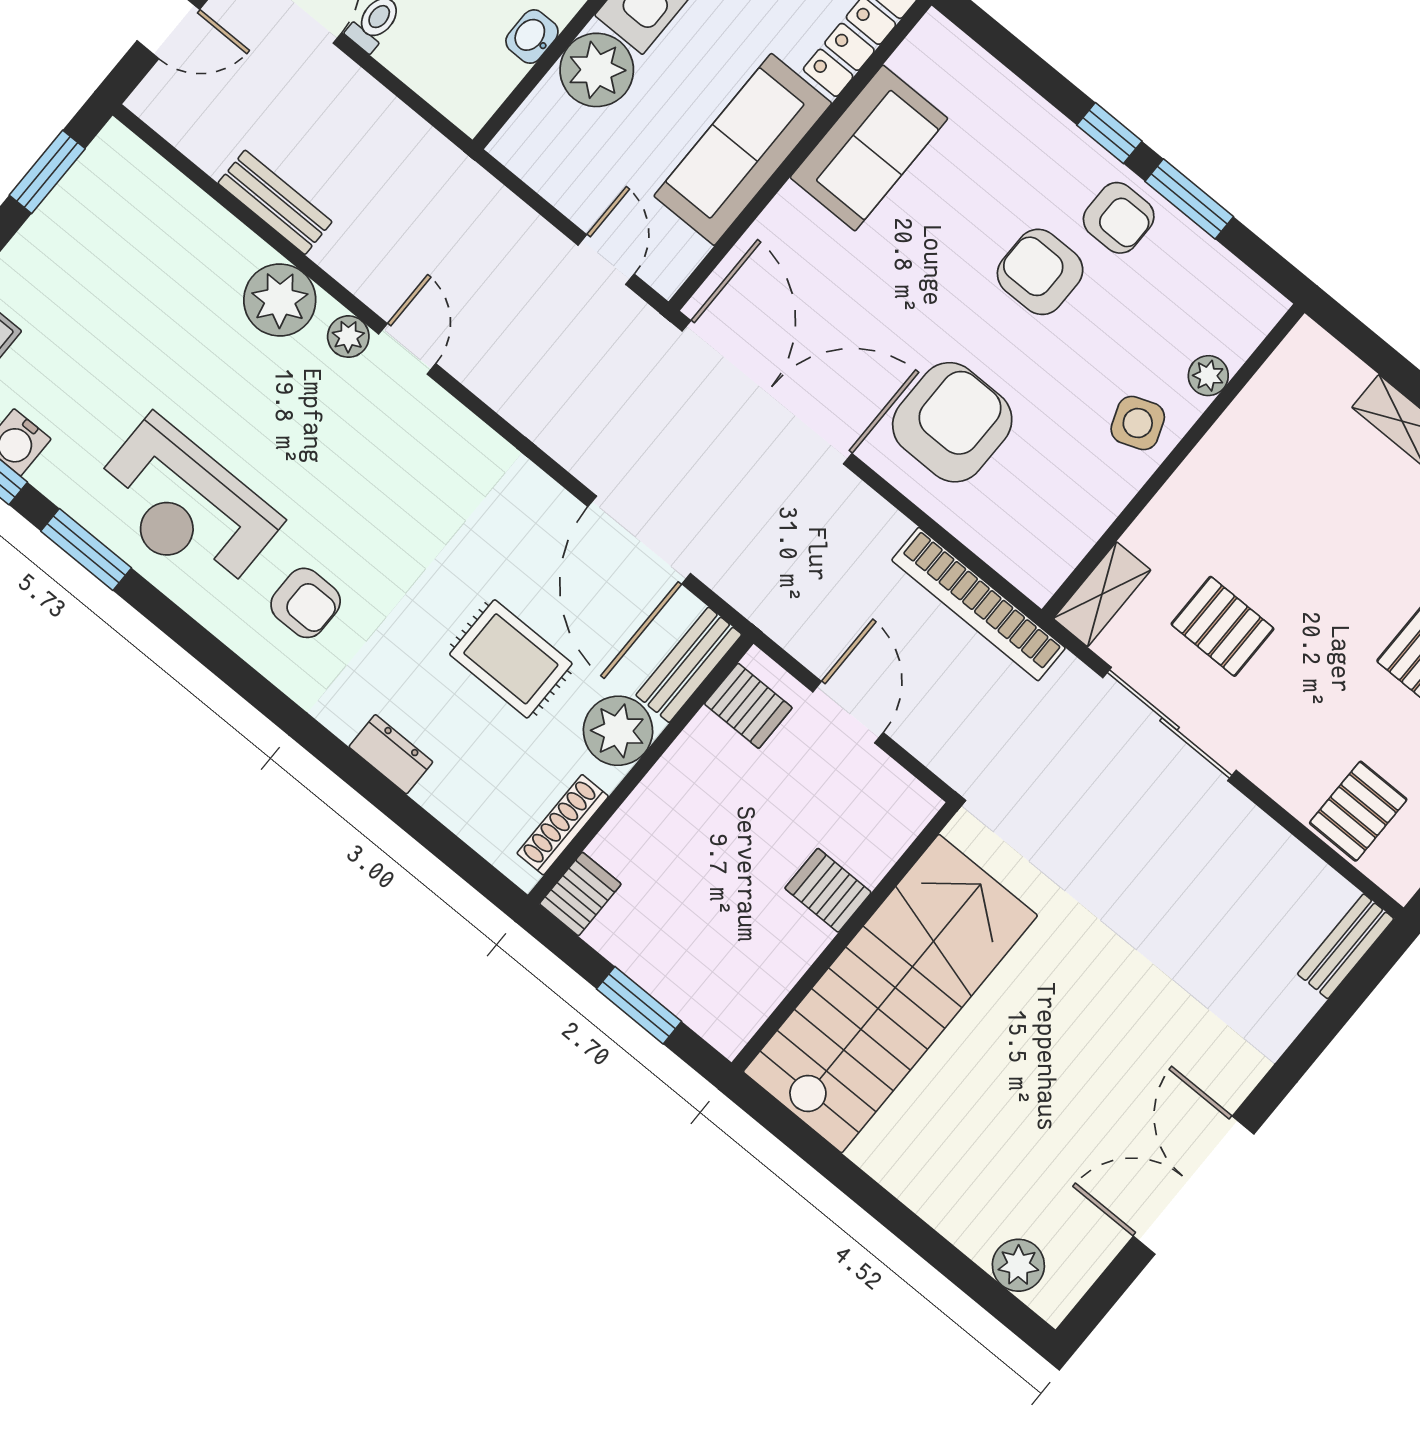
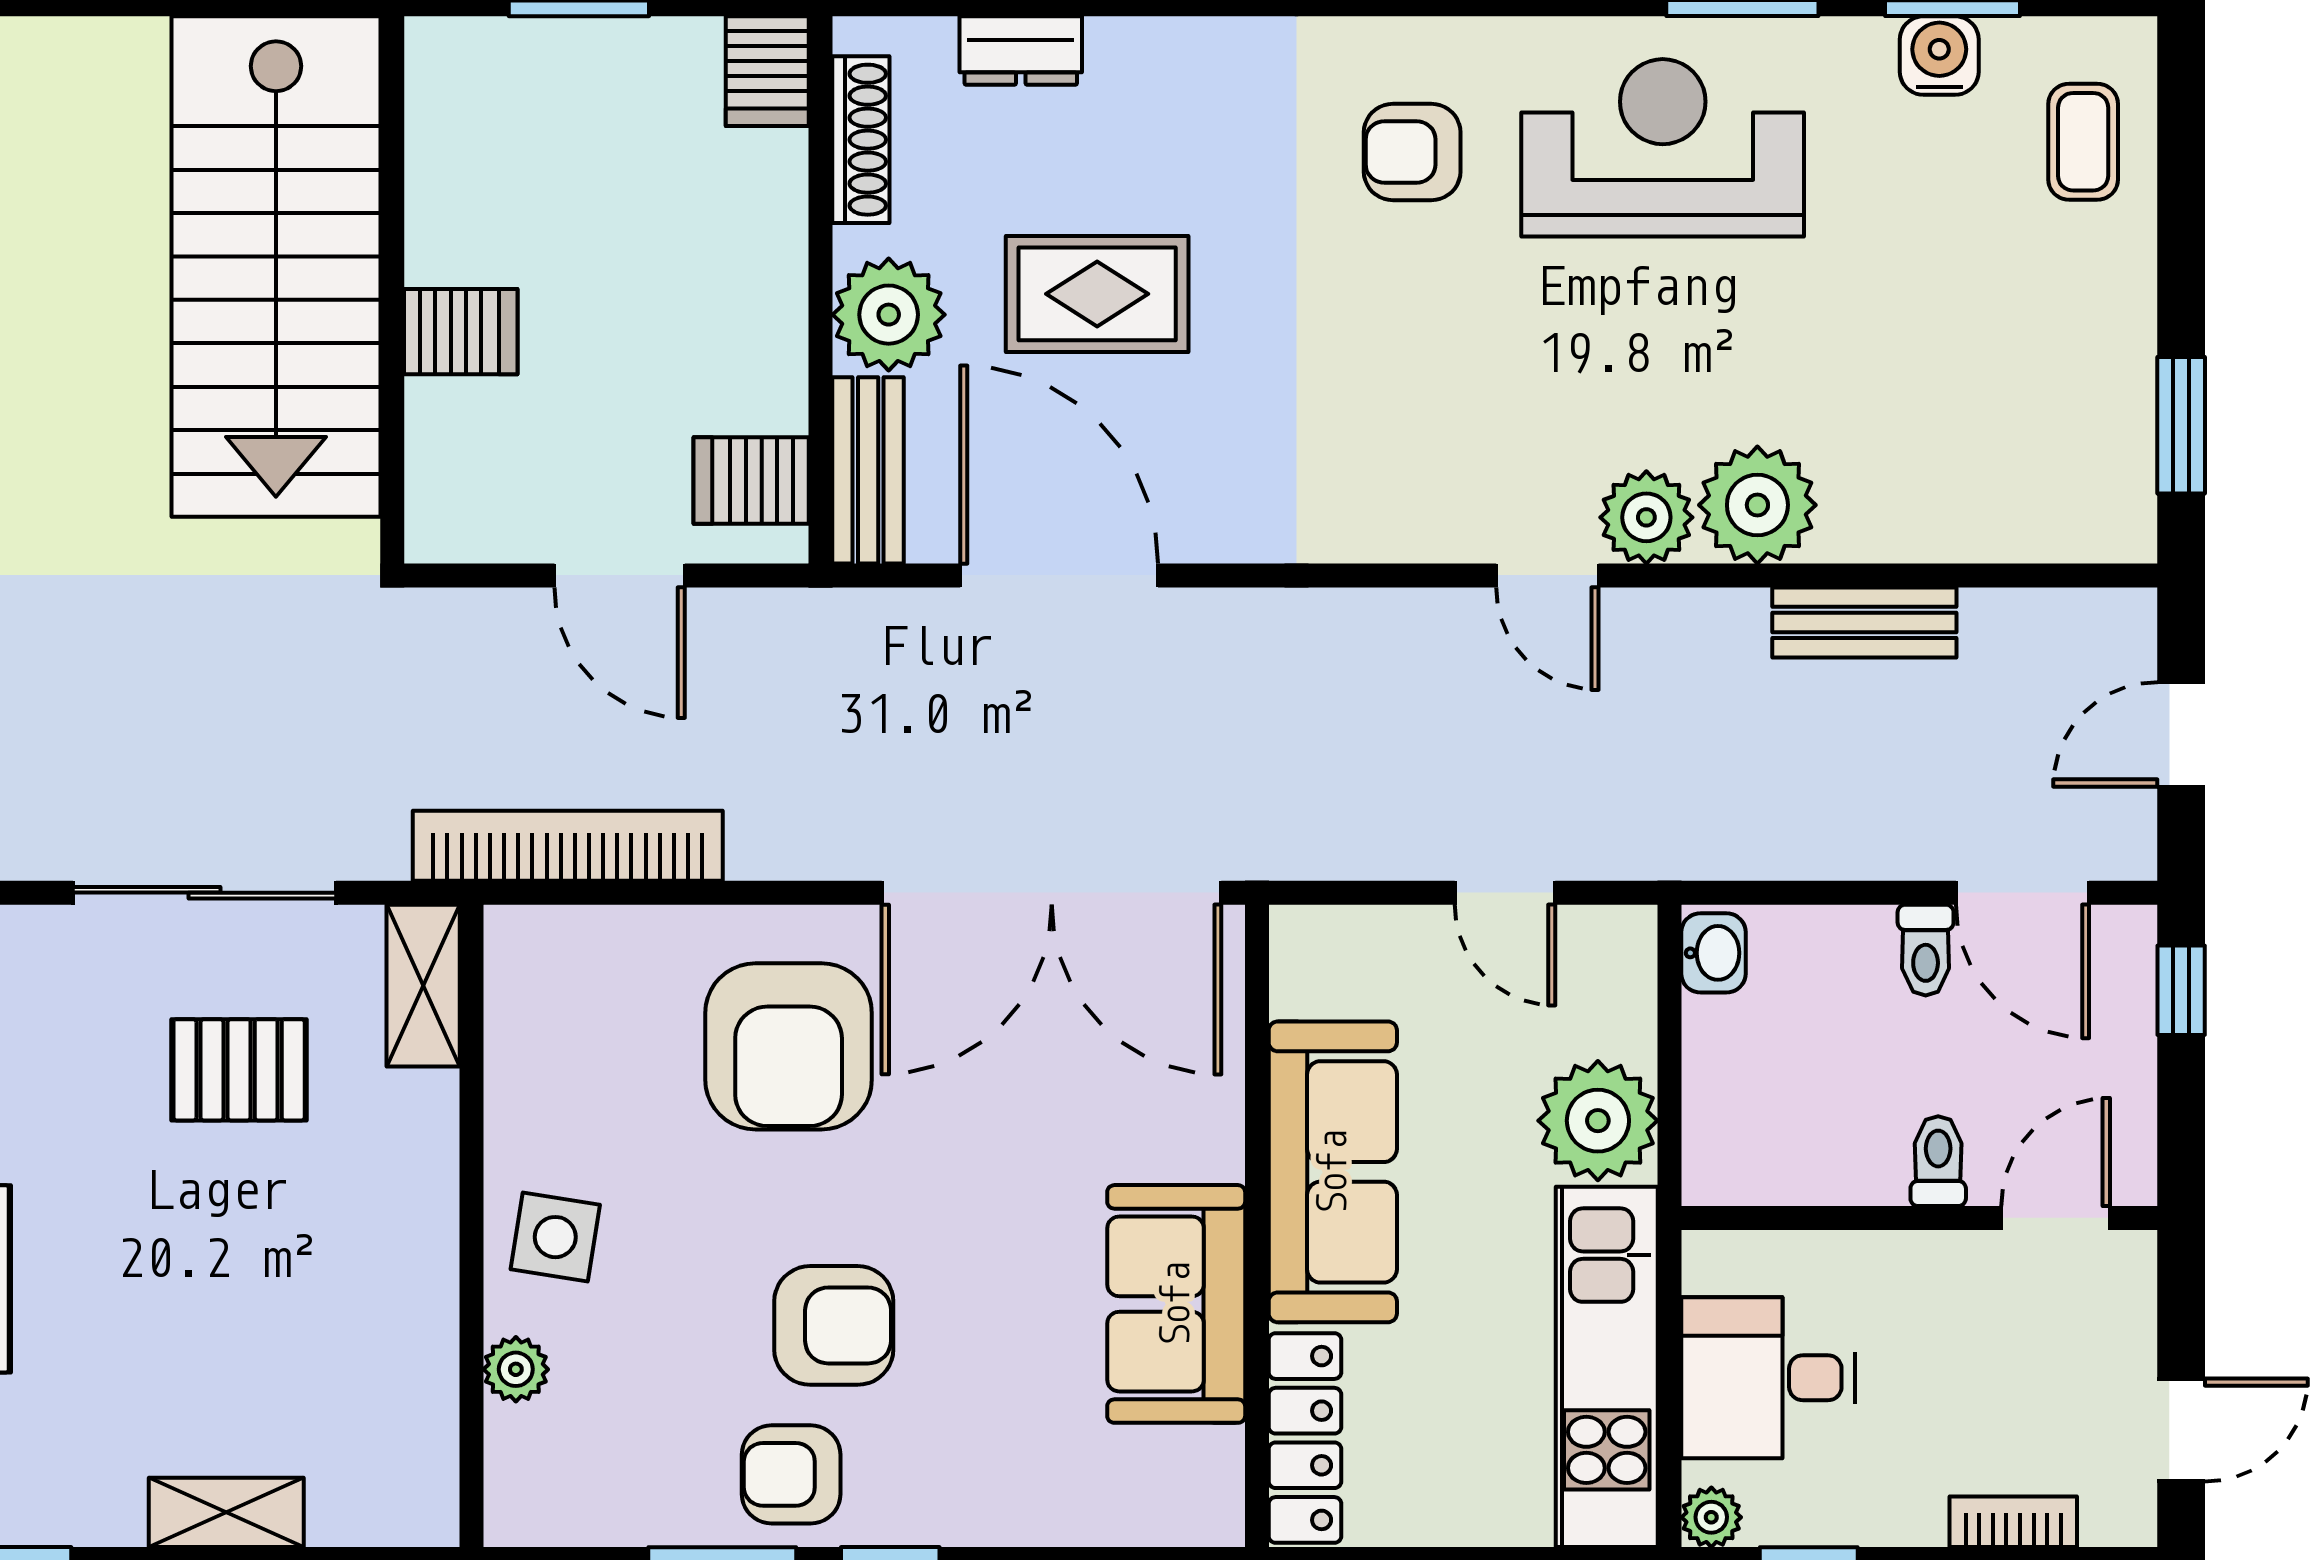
washbasin: (532, 37) -> (1713, 953), moved
door: (606, 260) -> (1505, 893), moved
plant: (348, 337) -> (1646, 517), width x1.38, depth x1.38
side table: (1138, 423) -> (555, 1237), turned 30
dresser: (391, 754) -> (1021, 51), moved

